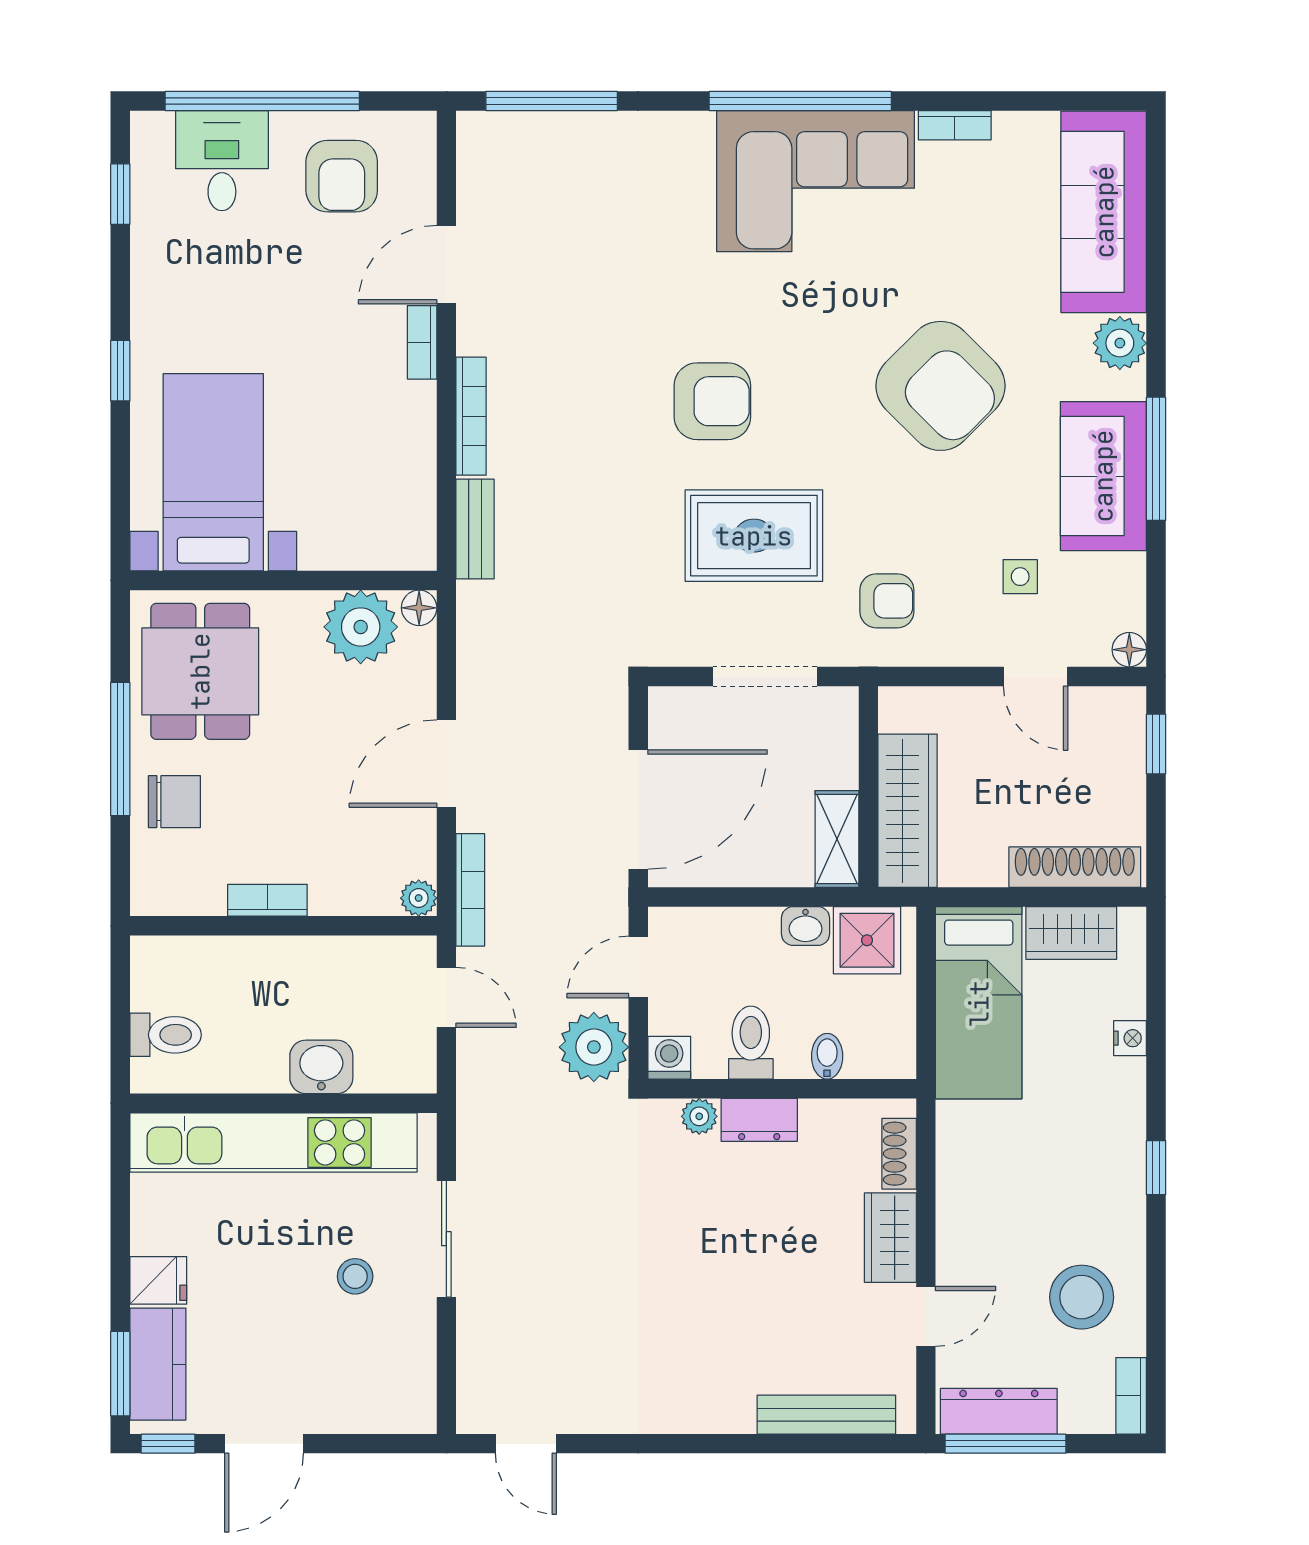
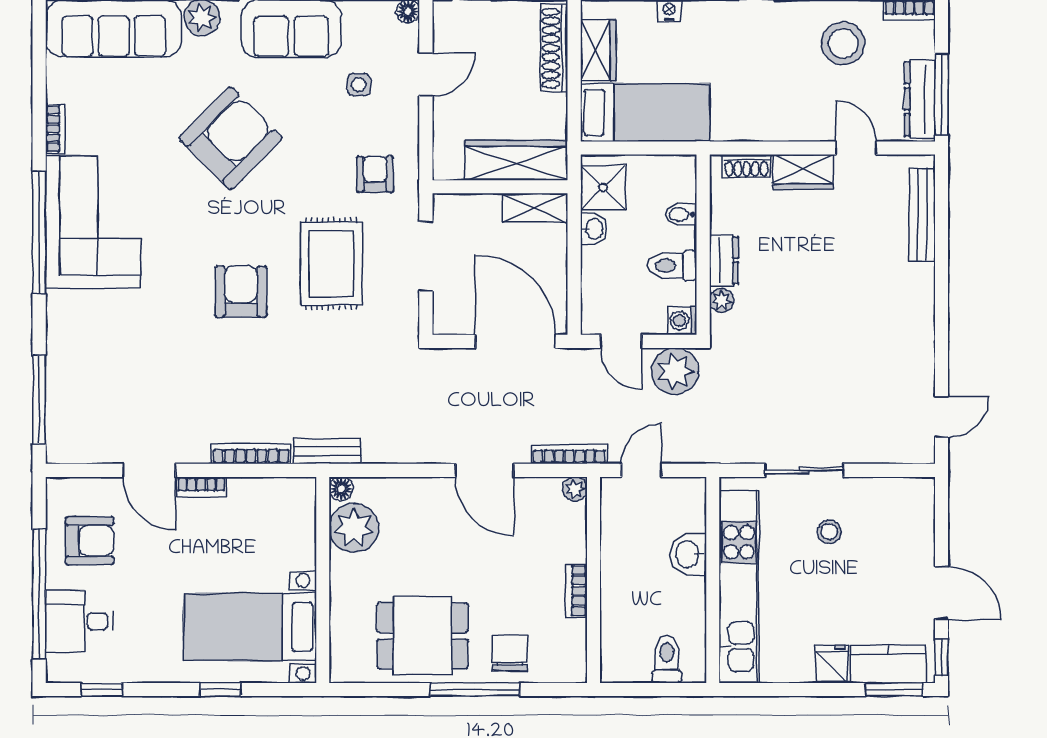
bed with nightstands: (213, 472) -> (250, 627), moved
wall: (283, 581) -> (323, 580), moved
floor lamp: (419, 608) -> (341, 489), moved
plant: (361, 627) -> (354, 528), moved

